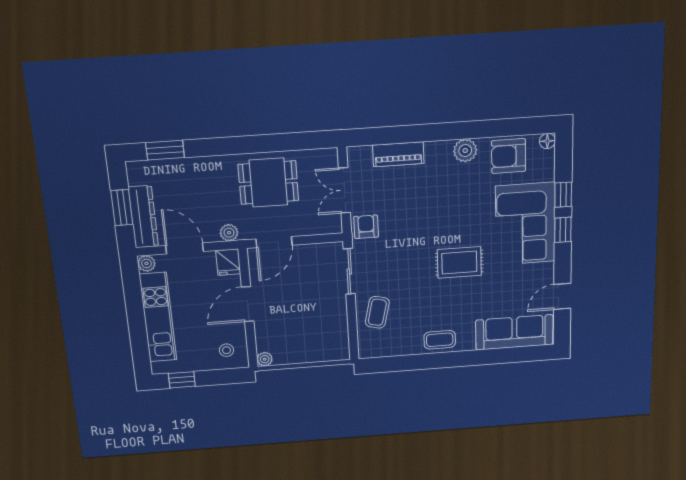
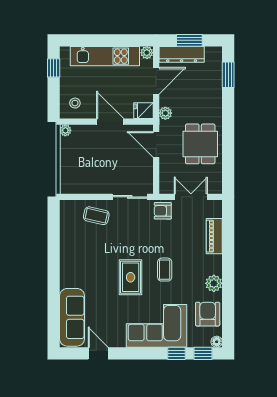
armchair: (366, 227) -> (163, 211), turned 180
window: (563, 230) -> (203, 353), moved
coffee table: (440, 340) -> (165, 270), moved

